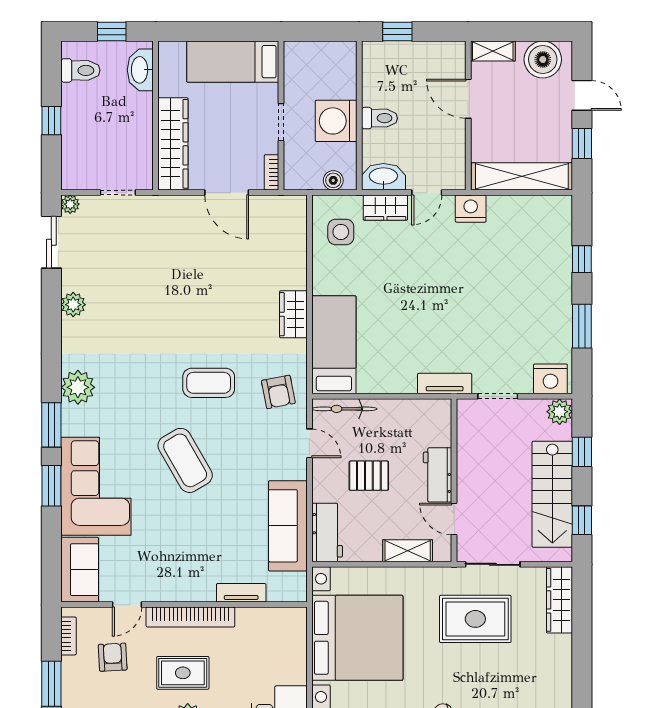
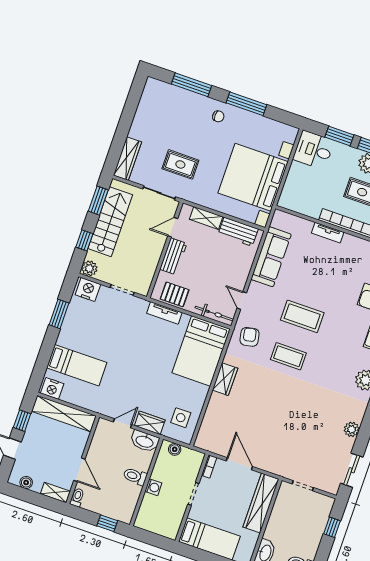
toilet: (457, 55) -> (77, 497), added
boiler: (543, 60) -> (26, 483), width x0.54, depth x0.54
window: (51, 121) -> (332, 527), moved
washing machine: (336, 121) -> (153, 487), width x0.53, depth x0.53
plant: (70, 204) -> (333, 489), removed
nightstand: (471, 209) -> (52, 388), moved
bed: (528, 257) -> (77, 365), added
window: (582, 259) -> (45, 353), removed
bed: (334, 345) -> (201, 351), width x1.50
tv unit: (445, 384) -> (164, 313), moved
coffee table: (185, 460) -> (302, 316), moved, turned -60
pallet: (369, 476) -> (175, 294), moved
door: (454, 519) -> (173, 227), swing flipped
window: (582, 520) -> (98, 201), width x1.50
workbench: (327, 532) -> (238, 232), moved, turned -90
tv unit: (241, 593) -> (328, 233), moved
rug: (475, 619) -> (180, 164), width x0.73, depth x0.70

